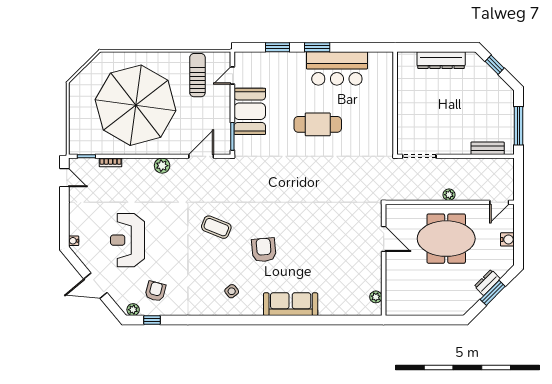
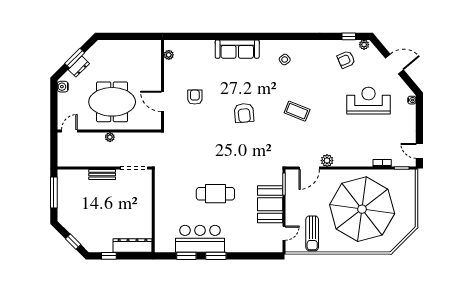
window: (278, 47) -> (186, 256), moved
window: (450, 47) -> (109, 256), added
dresser: (441, 60) -> (133, 245), moved
bench: (488, 148) -> (102, 175), moved
plant: (162, 166) -> (327, 161), moved
water cooler: (507, 239) -> (63, 87), moved
reception desk: (127, 240) -> (369, 101), turned -90
armchair: (343, 245) -> (195, 97), added
armchair: (264, 250) -> (244, 113), moved
armchair: (155, 291) -> (346, 59), turned 51

